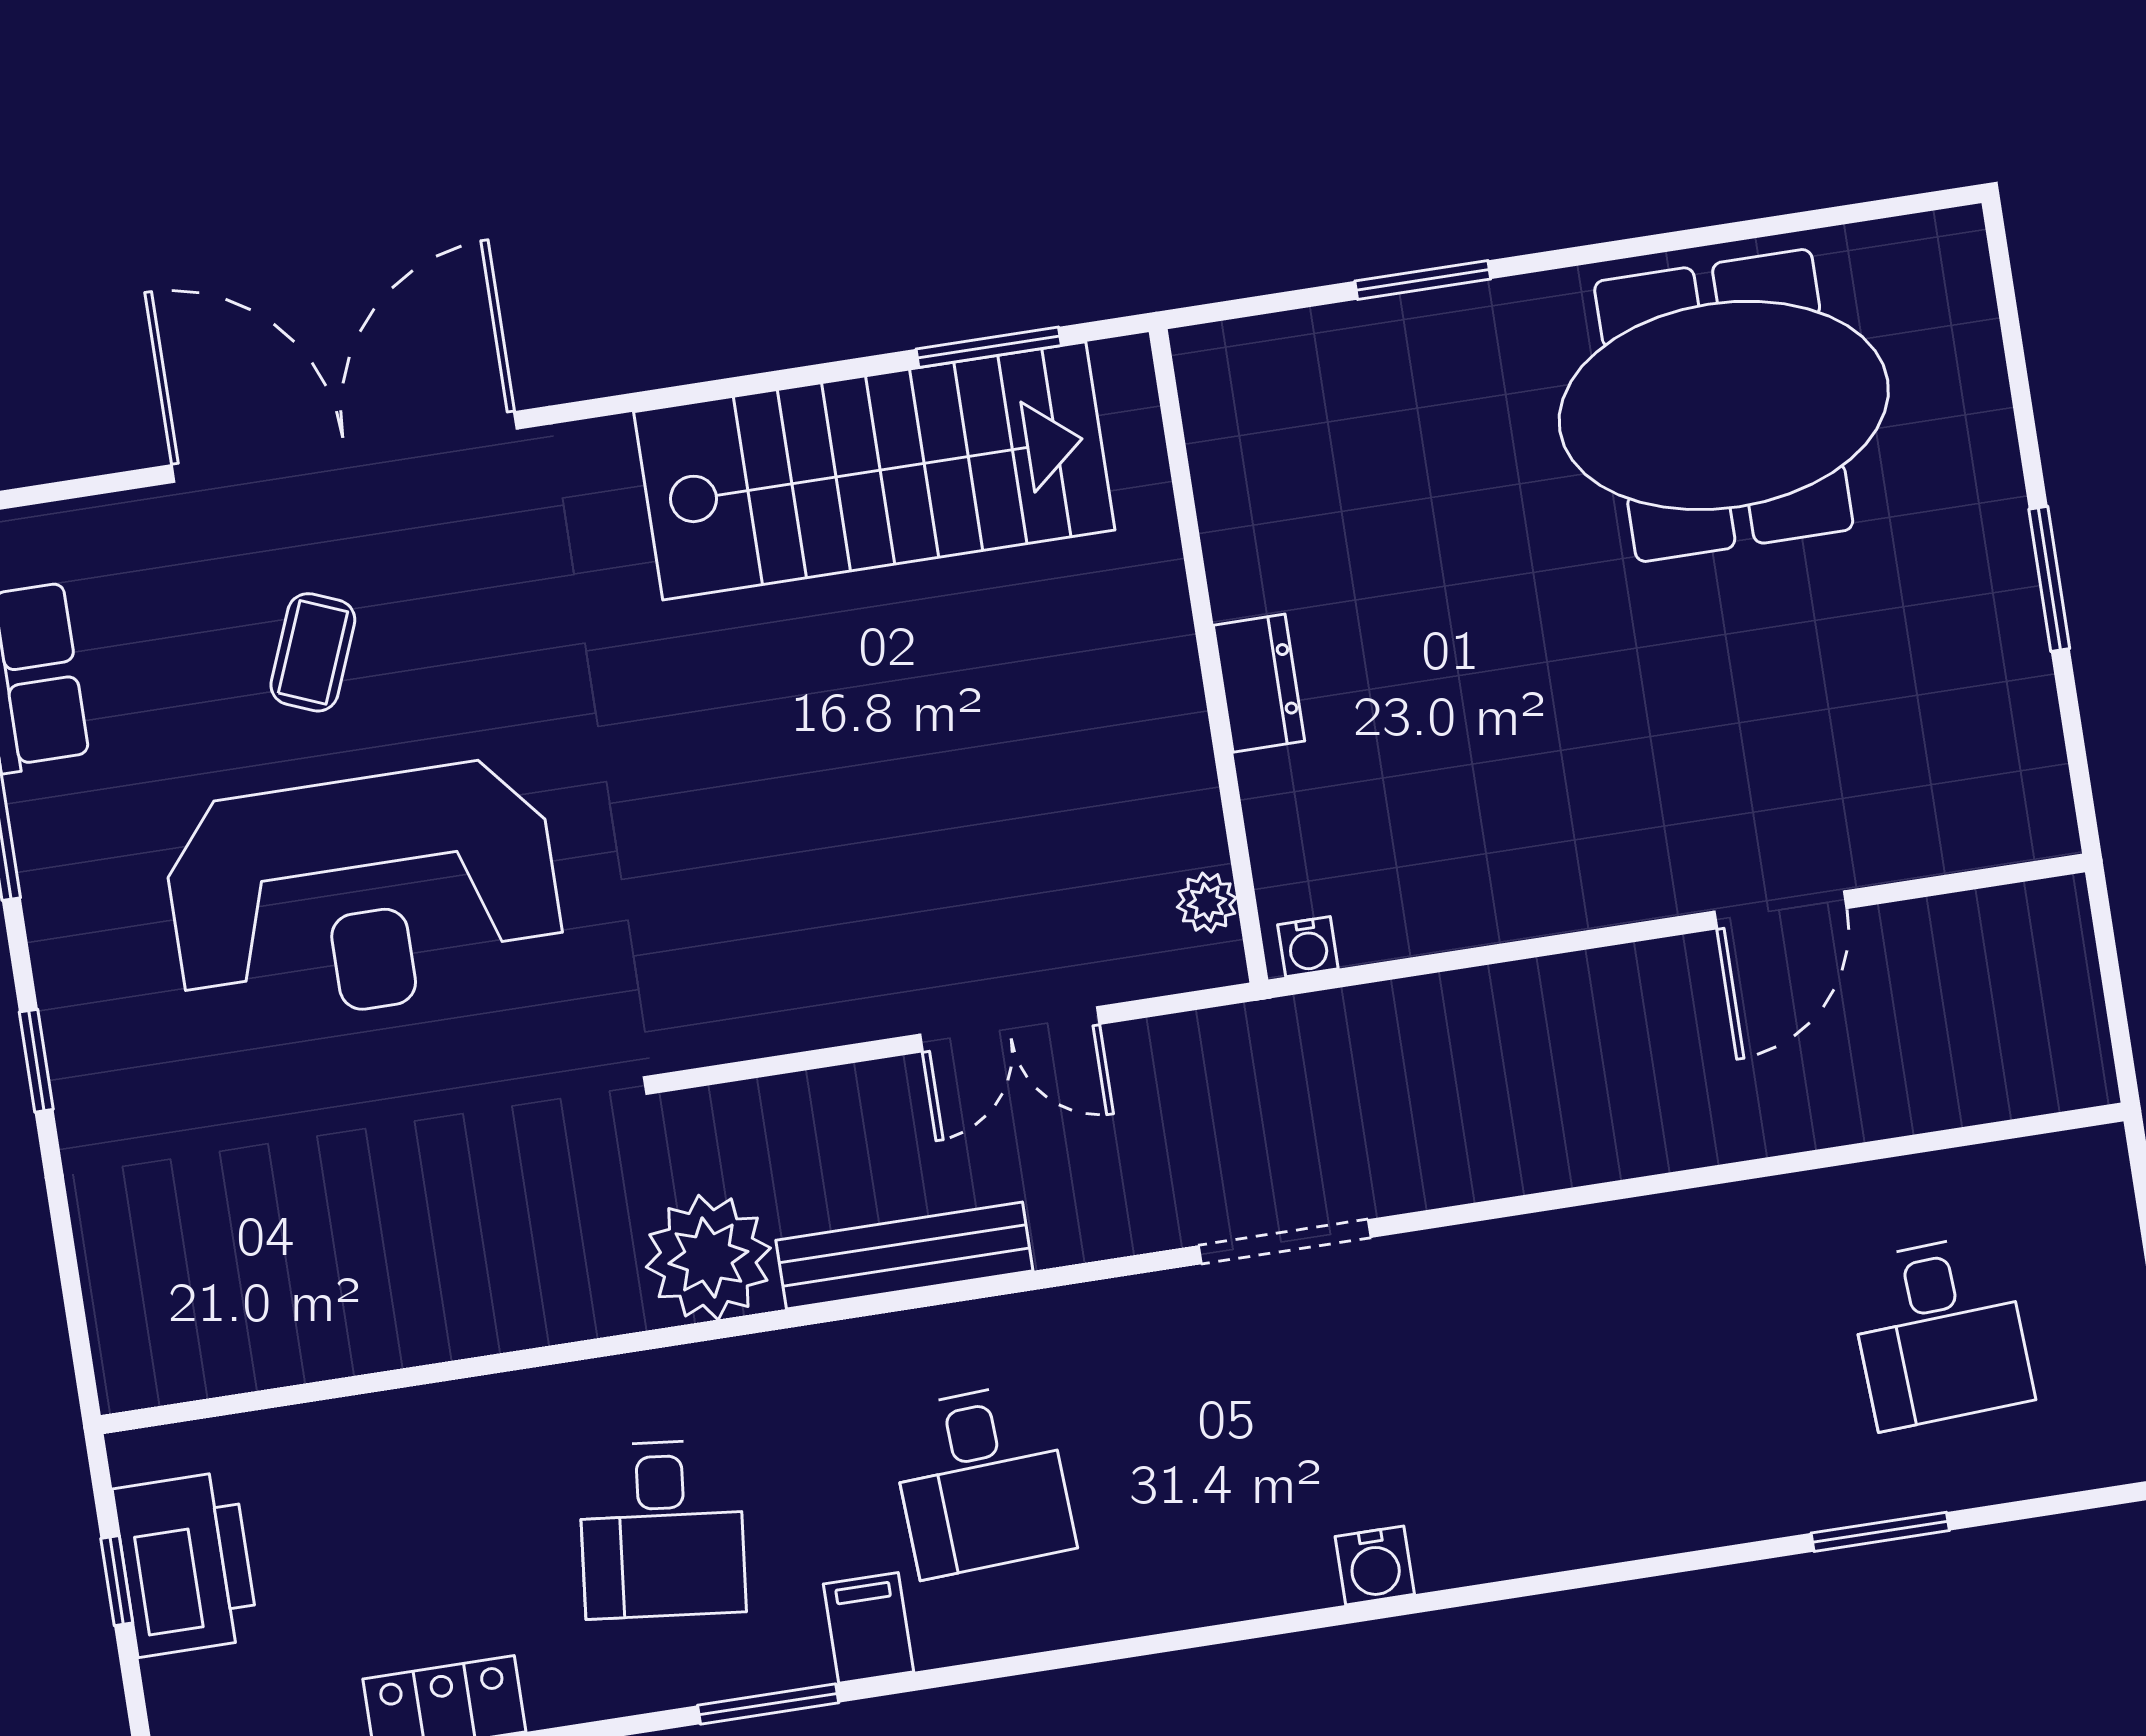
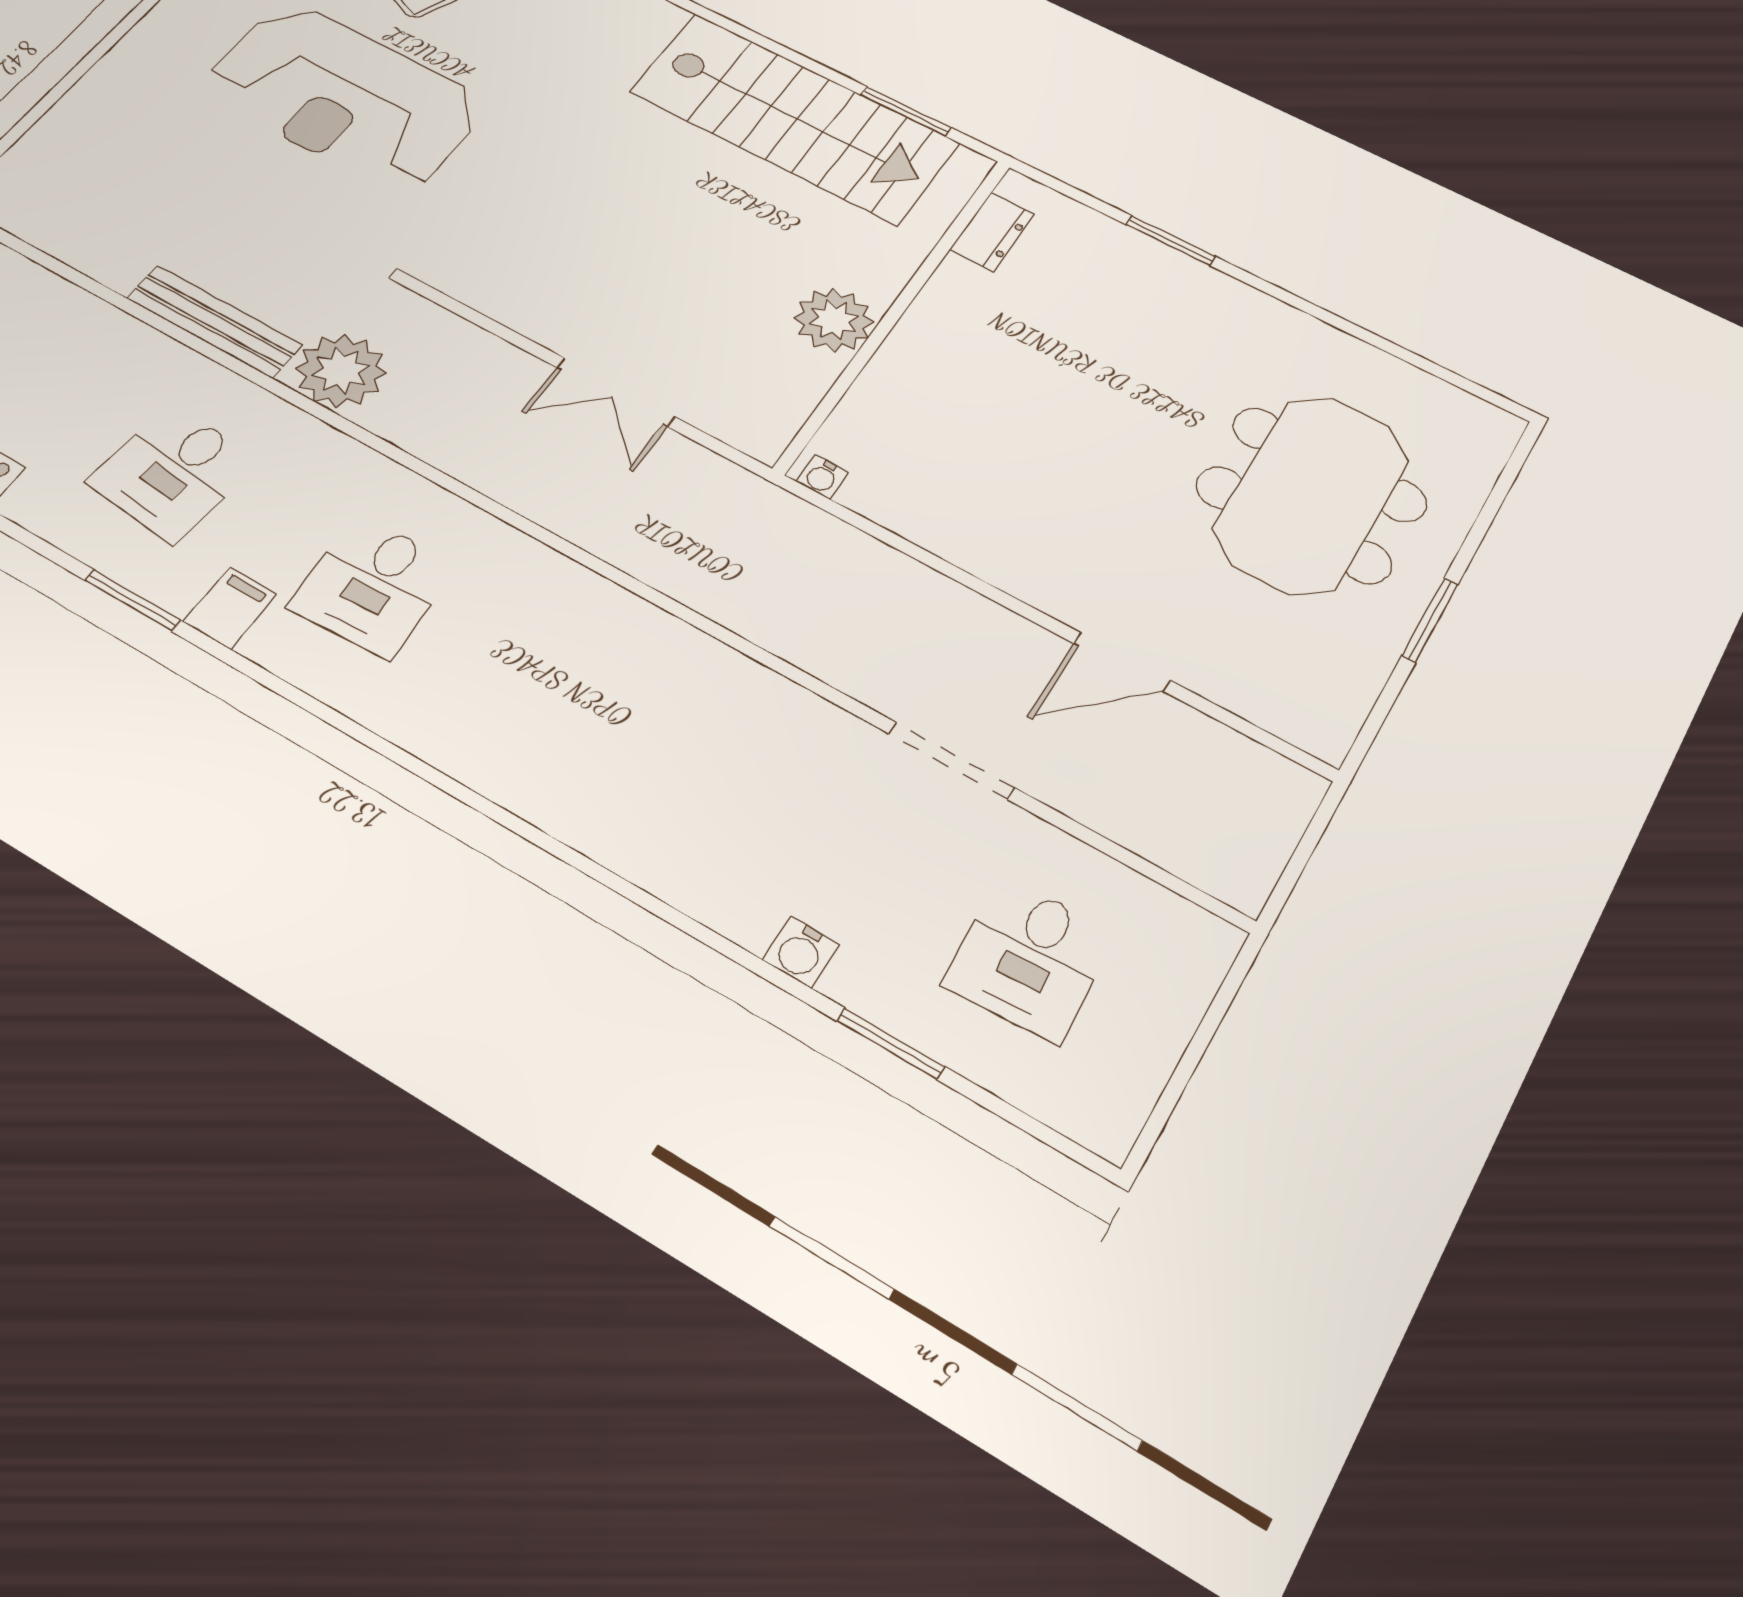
meeting table: (1724, 405) -> (1311, 494), moved, turned 90
dresser: (1259, 683) -> (992, 232), moved
plant: (1207, 902) -> (834, 320), moved, width x1.88, depth x1.88
window: (36, 1061) -> (106, 44), removed
doorway: (1285, 1242) -> (951, 761), moved
bench: (904, 1256) -> (214, 321), moved
water cooler: (1375, 1565) -> (801, 952), moved

